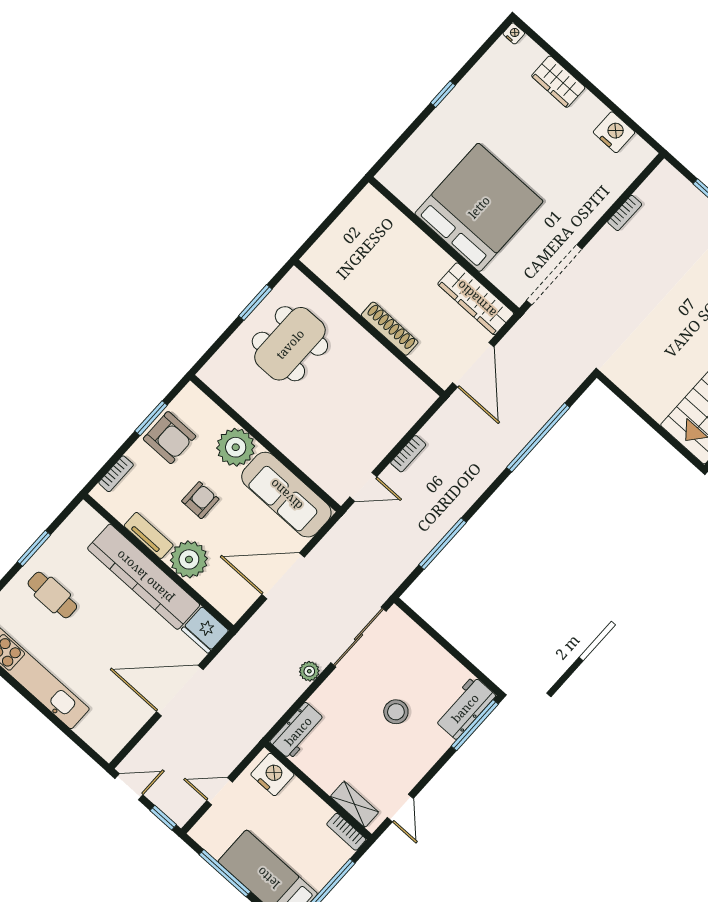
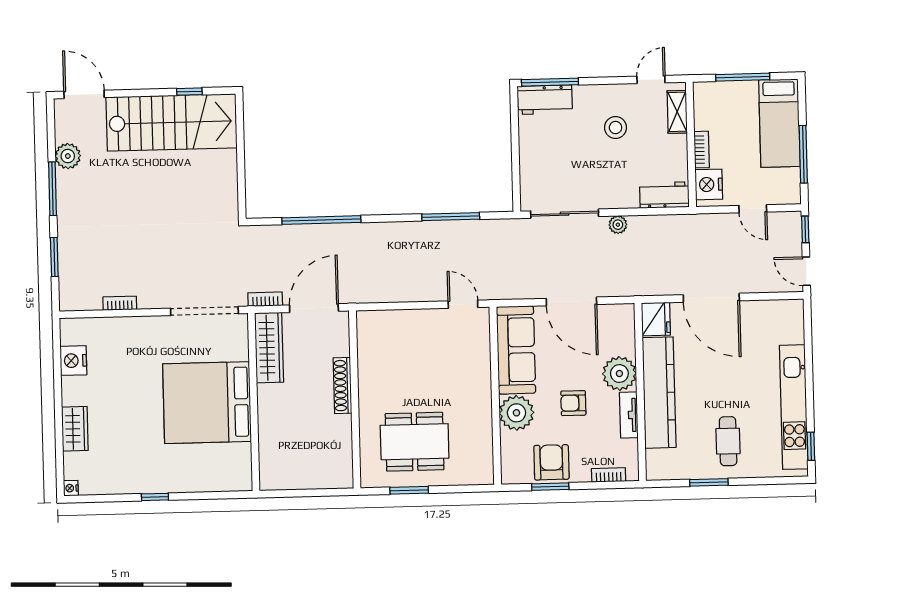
bookcase: (408, 454) -> (265, 299), moved
stool: (396, 712) -> (616, 128), moved
bookcase: (346, 832) -> (702, 150), moved

